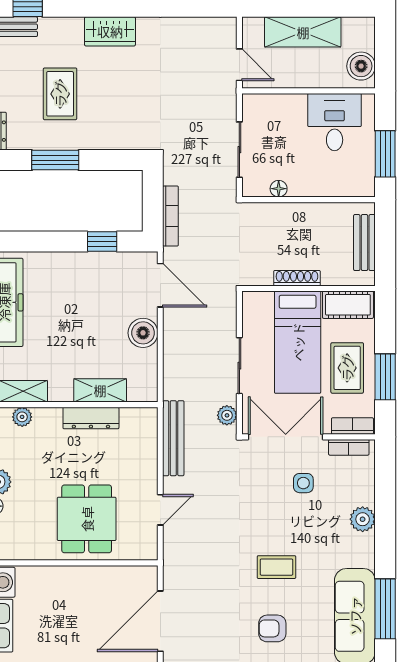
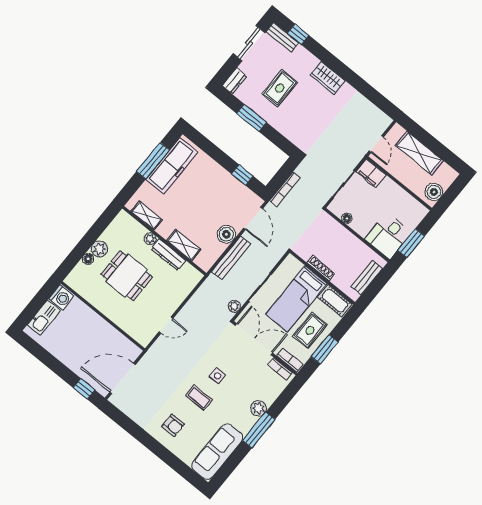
filing cabinet: (263, 107) -> (371, 173), added
desk: (335, 122) -> (388, 236), moved, turned 180
plant: (22, 417) -> (150, 239), moved
bench: (173, 438) -> (231, 258), moved
side table: (303, 483) -> (217, 376), moved
dining table: (87, 519) -> (127, 276), moved, turned 90
window: (385, 609) -> (259, 430), moved
armchair: (272, 628) -> (173, 425), turned 180

